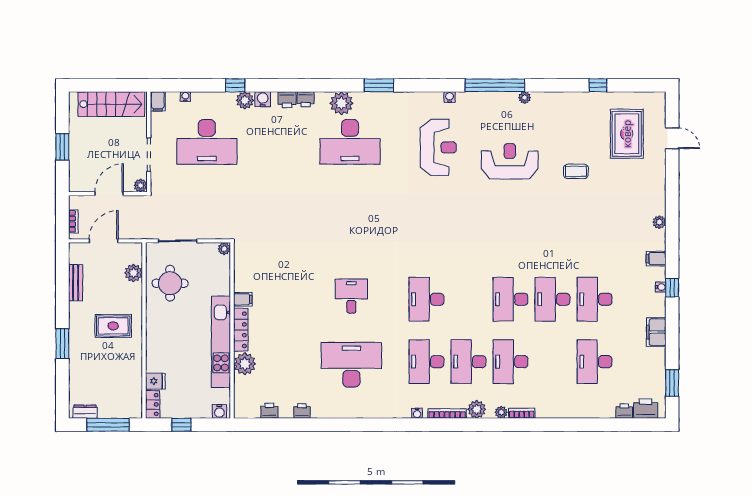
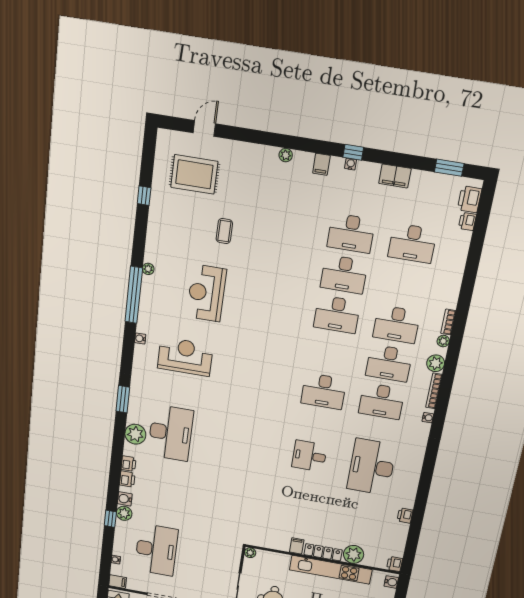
printer: (269, 411) -> (395, 564), moved

